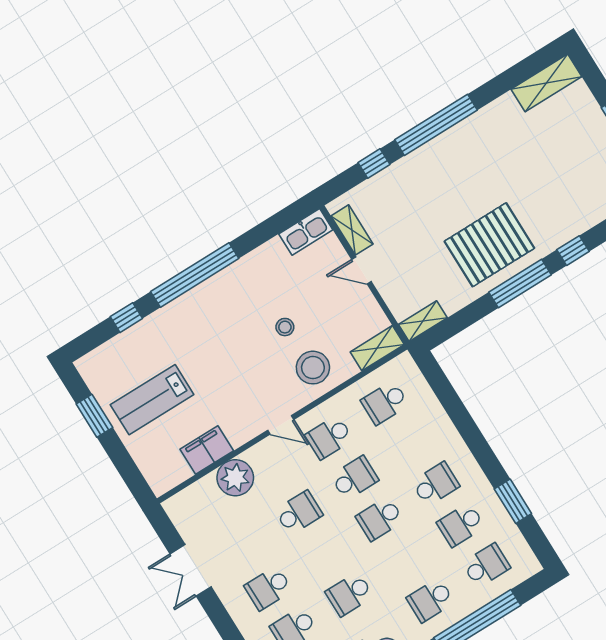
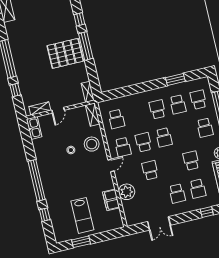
pallet: (489, 245) -> (65, 53), turned 90
school desk: (349, 594) -> (191, 161), turned 180

